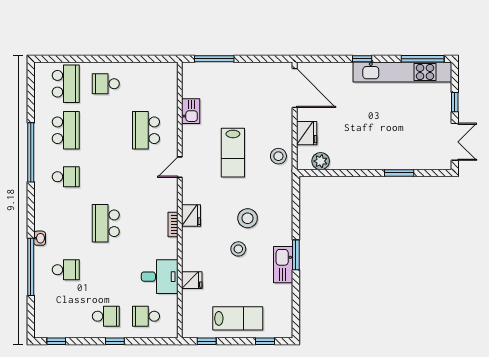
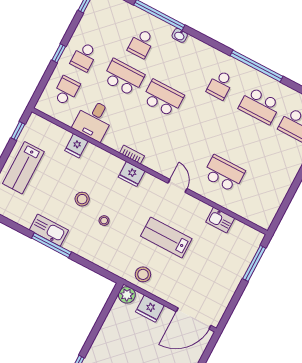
school desk: (106, 84) -> (123, 77), moved, width x1.85
plant: (321, 161) -> (127, 295), moved
stool: (248, 218) -> (104, 221), width x0.53, depth x0.53
window: (296, 255) -> (51, 245), width x1.44

